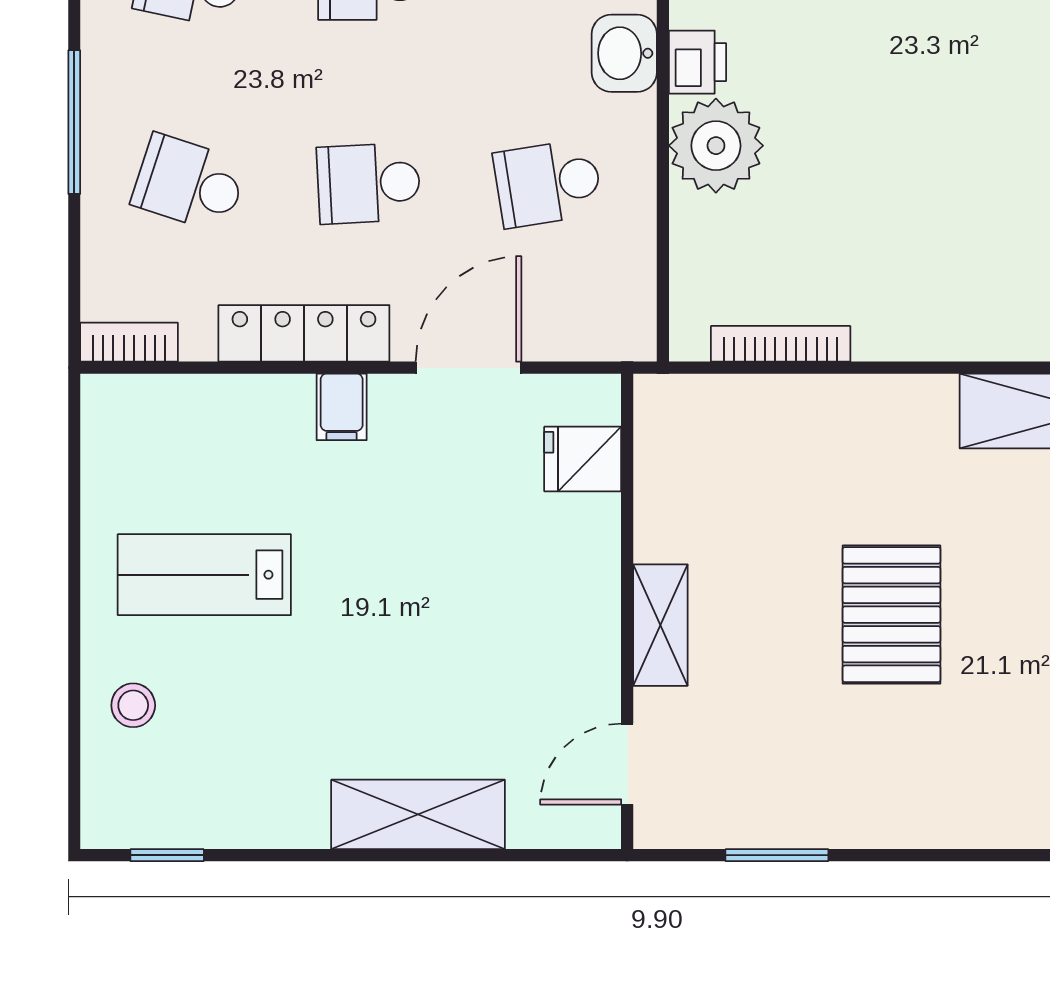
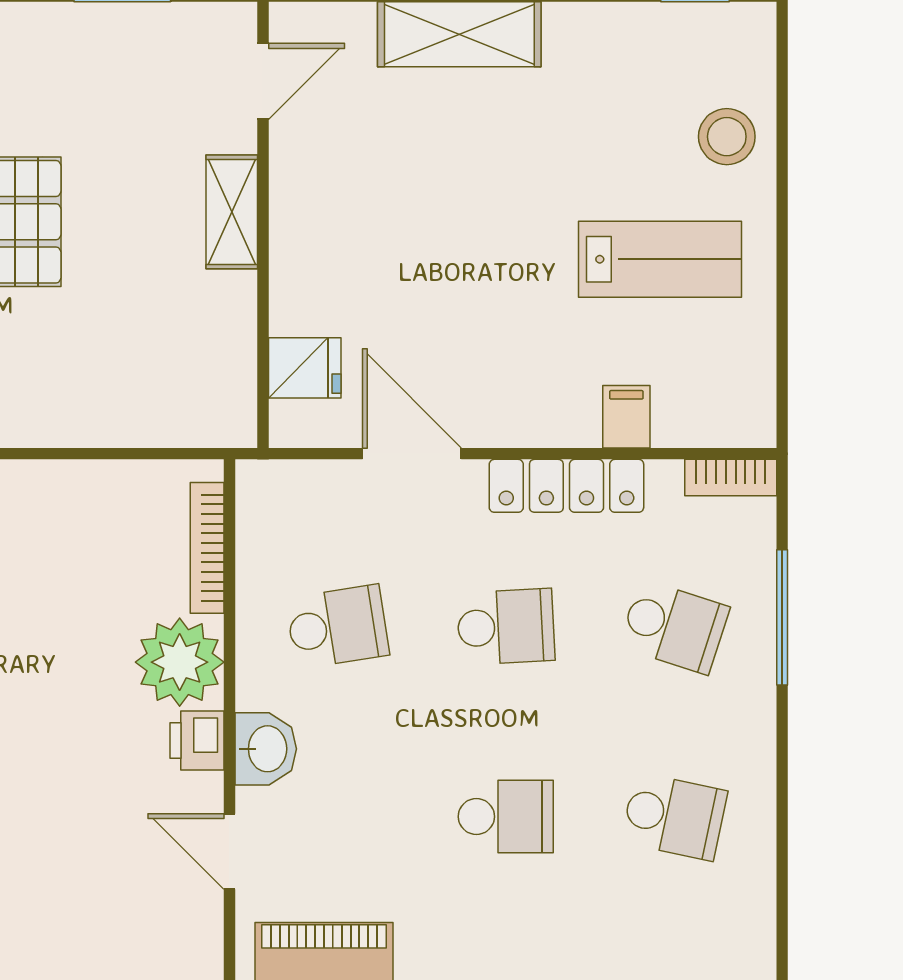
window: (74, 122) -> (782, 617), moved
bookcase: (781, 344) -> (207, 548), moved, turned 90
door: (469, 368) -> (412, 454), swing flipped
filing cabinet: (342, 407) -> (626, 417), moved
stool: (133, 705) -> (727, 137), width x1.37, depth x1.37

